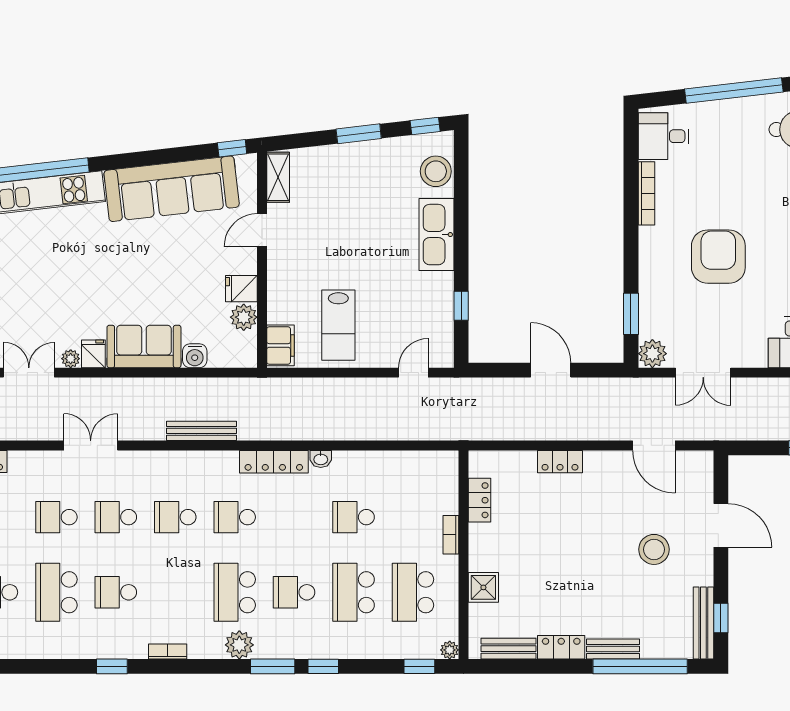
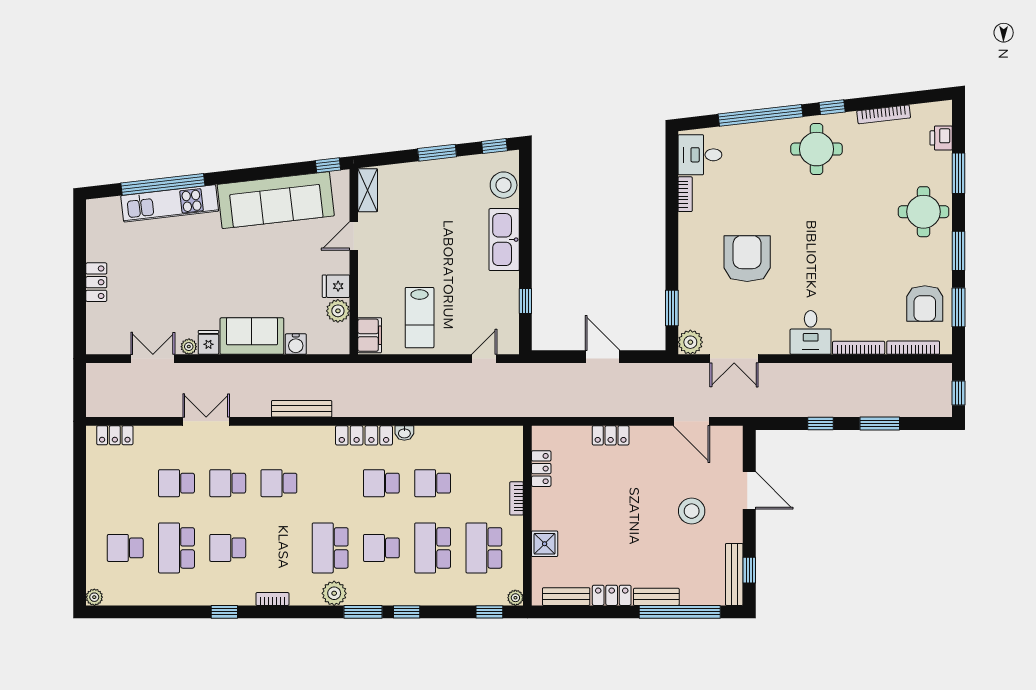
bookcase: (646, 193) -> (685, 194), width x0.64
school desk: (235, 517) -> (381, 483), moved

